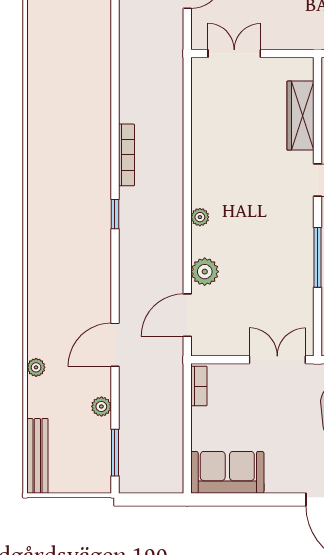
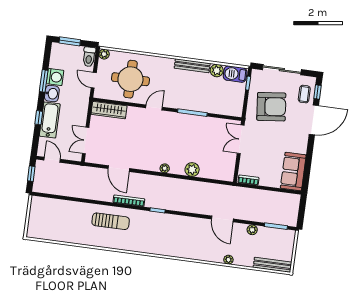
wardrobe: (300, 116) -> (109, 110), moved
sun lounger: (81, 124) -> (111, 221), added
door: (187, 315) -> (119, 169), moved

